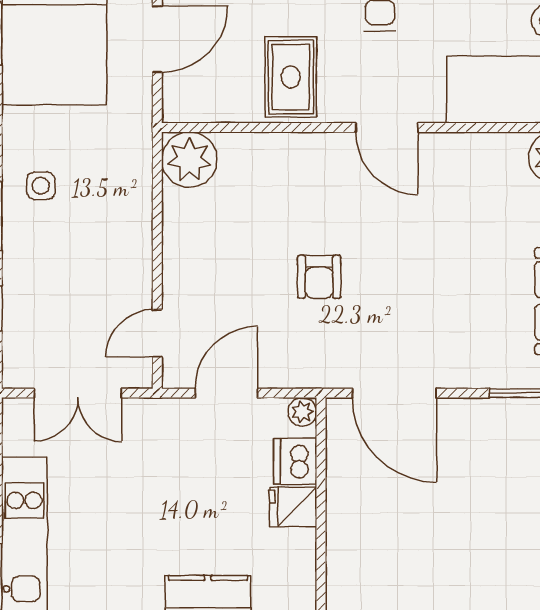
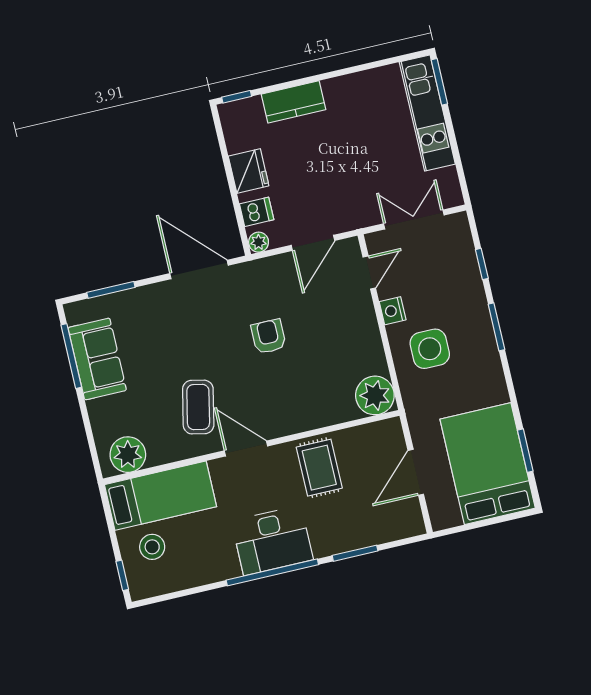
side table: (41, 186) -> (430, 349), moved, width x1.87, depth x1.87
coffee table: (440, 201) -> (198, 407), added
nightstand: (137, 272) -> (393, 311), added
dishwasher: (295, 461) -> (257, 212), width x0.73
fridge: (293, 507) -> (249, 171), width x1.38

